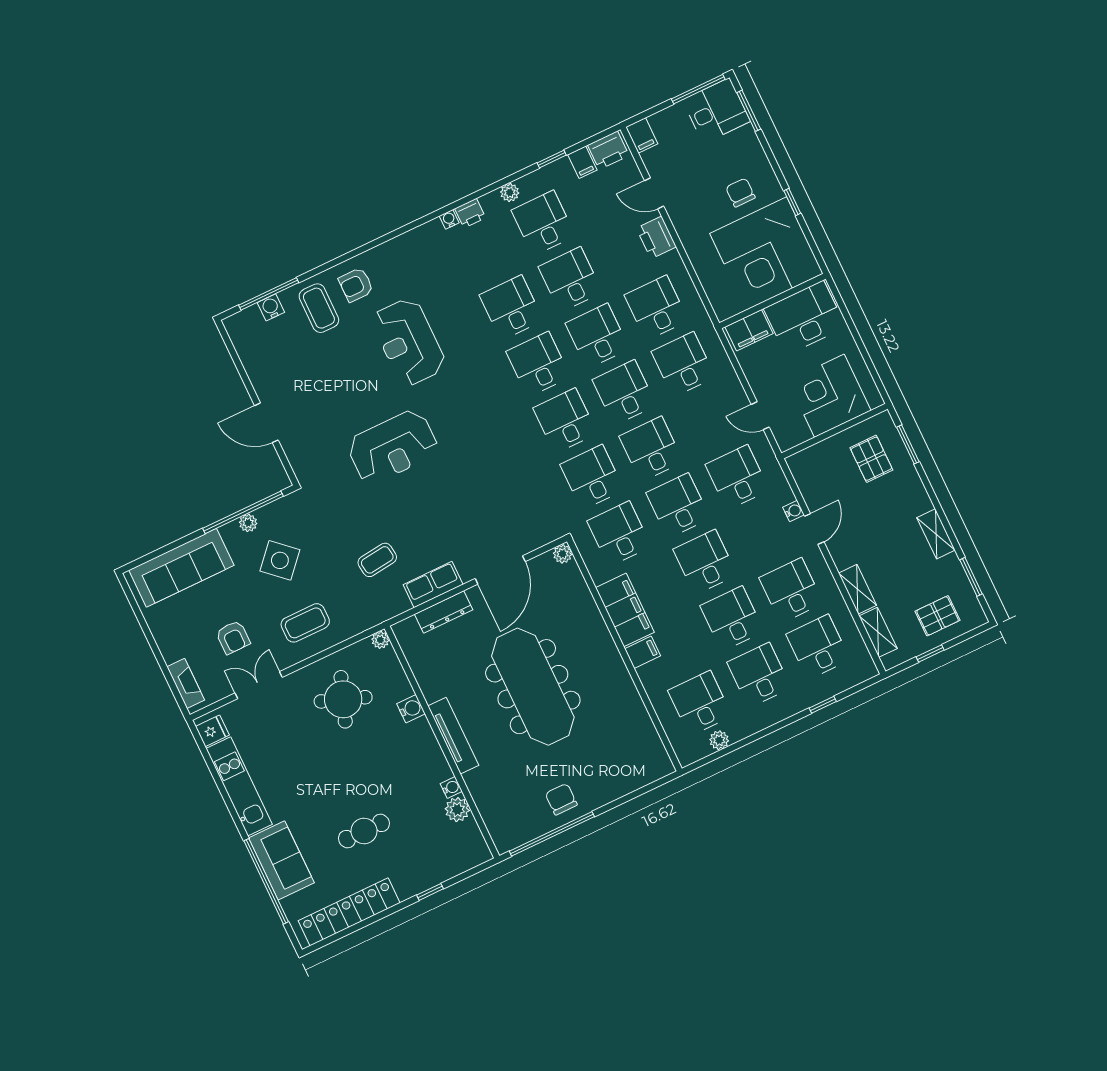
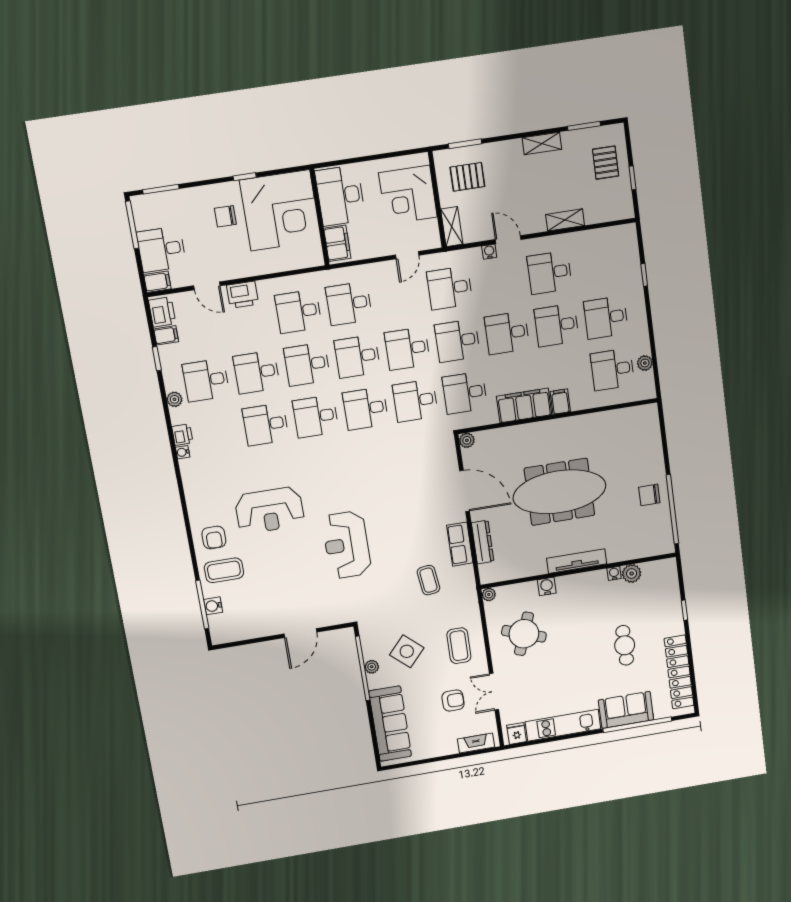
desk: (716, 111) -> (161, 249), moved, turned -90
door: (654, 193) -> (207, 286), hinge flipped
reception desk: (393, 447) -> (347, 545), turned 180
shelving: (878, 632) -> (452, 227), moved, turned 90
desk: (818, 647) -> (599, 265), removed

